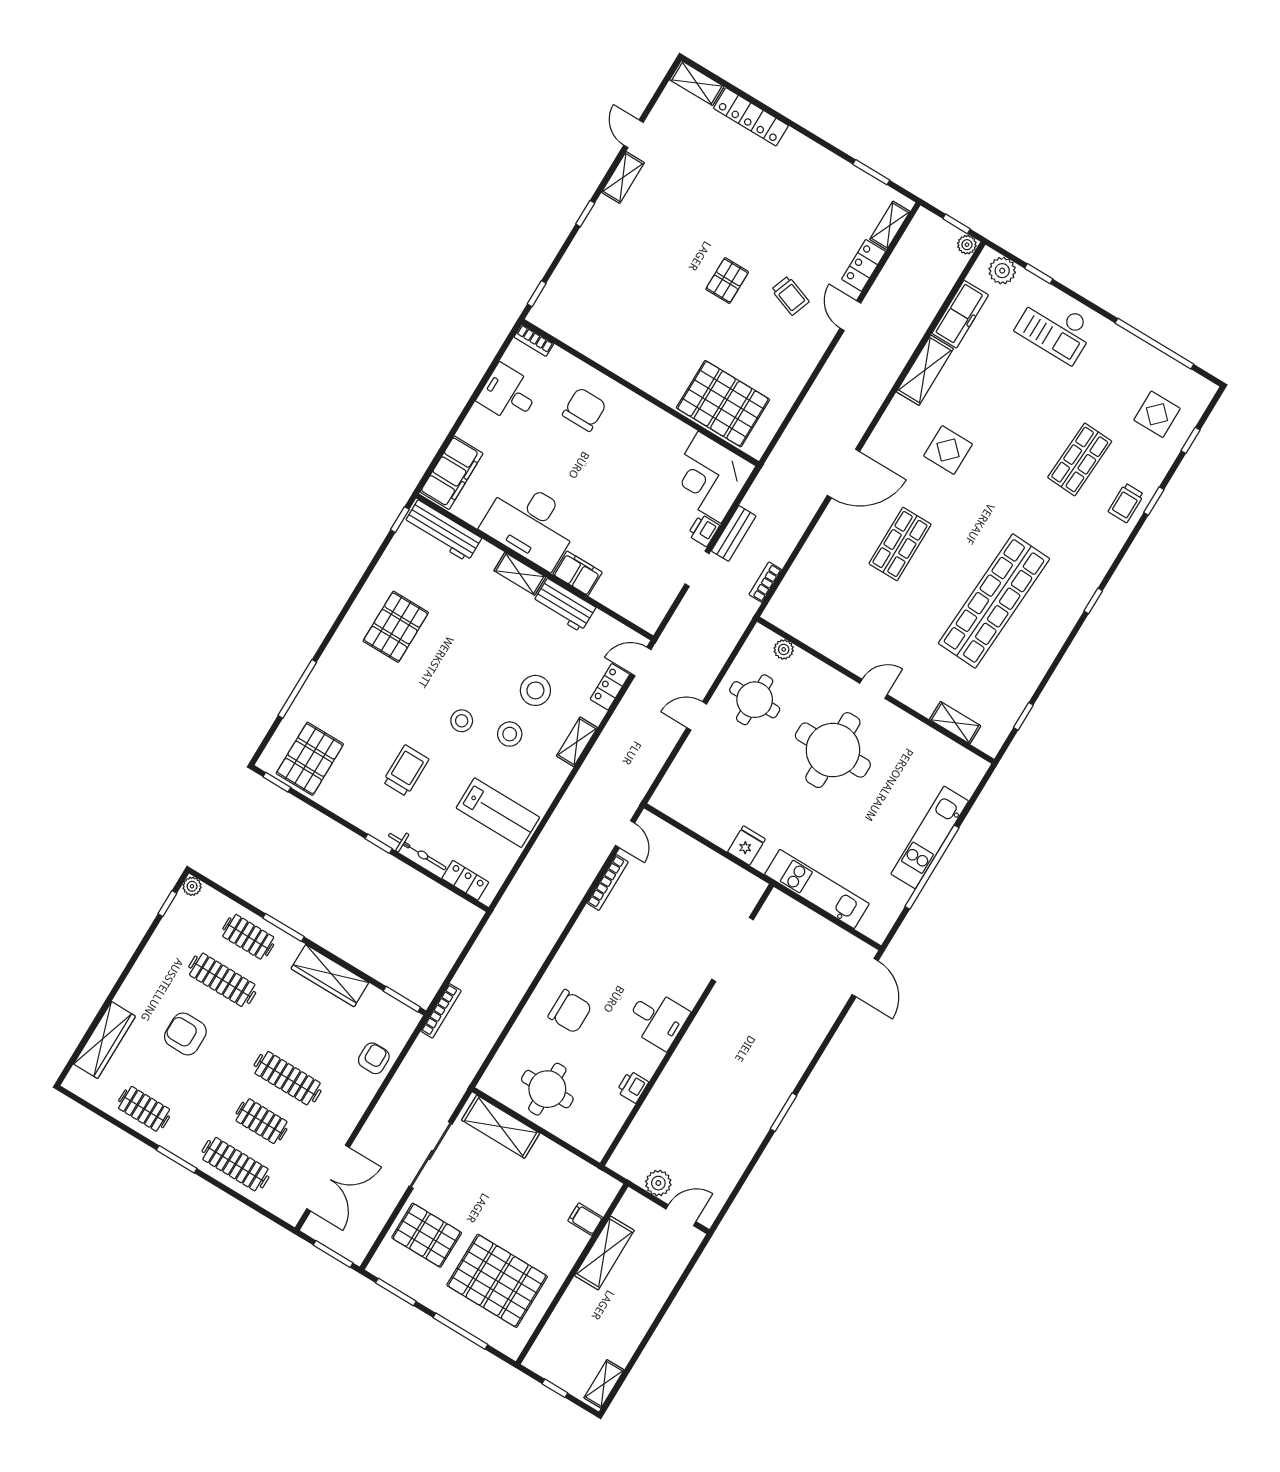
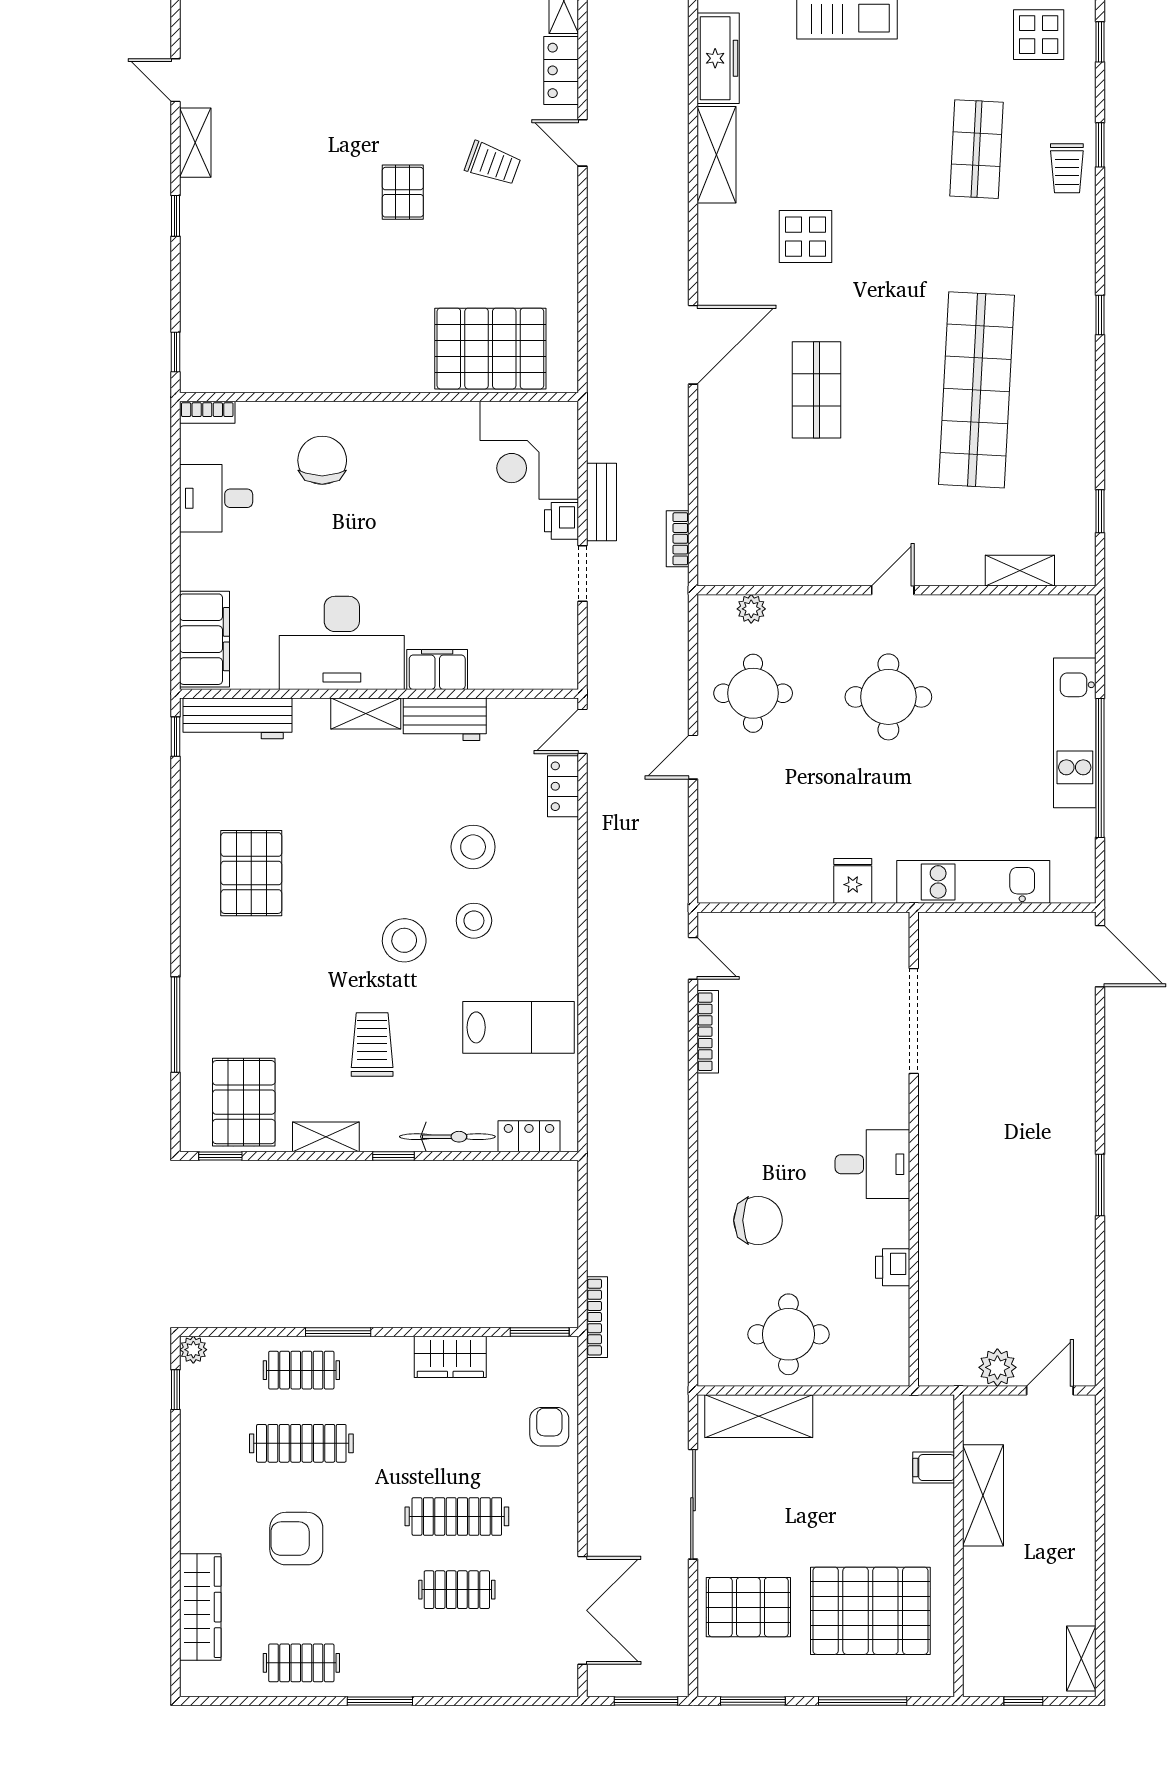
stool: (462, 721) -> (404, 940), width x1.38, depth x1.38
shelving: (577, 742) -> (326, 1137), moved, turned 90
round table: (833, 750) -> (888, 697), width x0.73, depth x0.73
wardrobe: (330, 976) -> (450, 1357), width x0.67
clothes rail: (235, 1164) -> (457, 1663), removed

